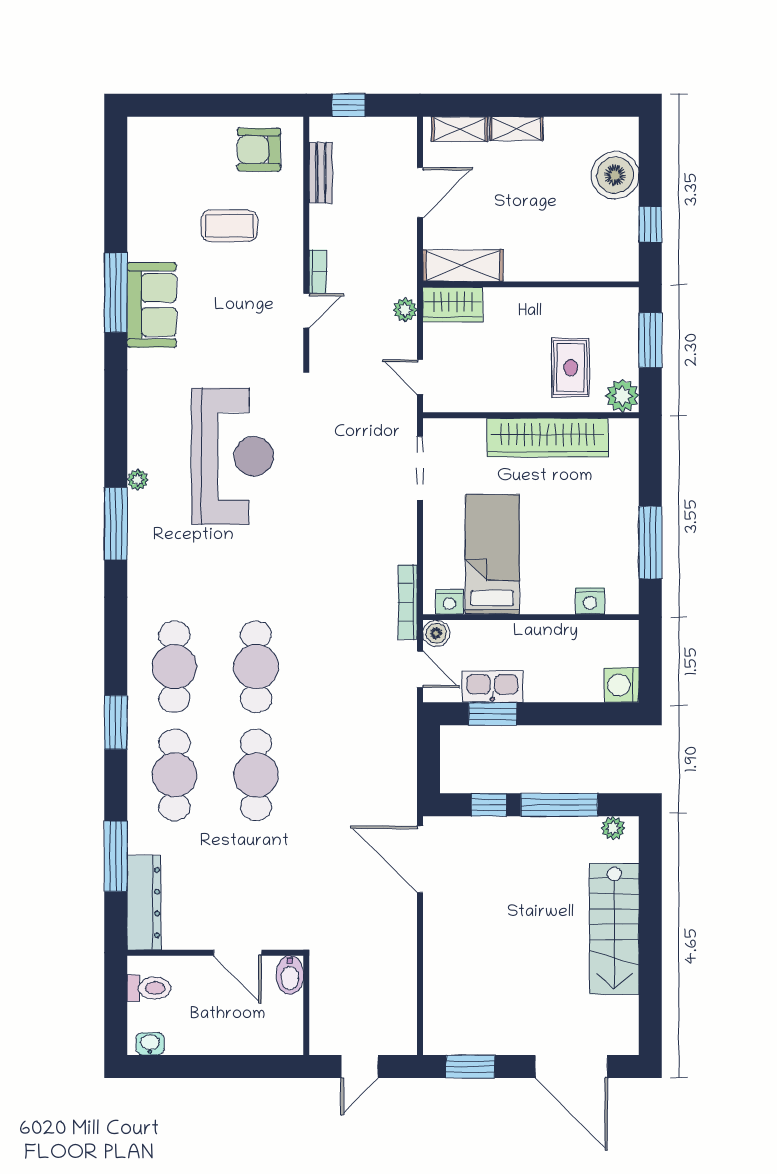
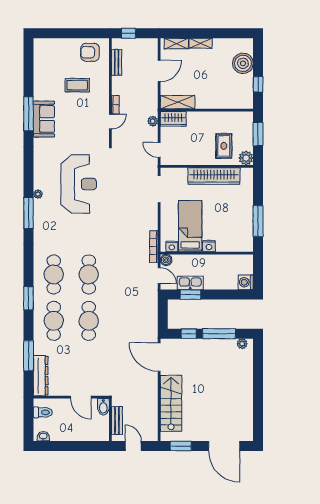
nightstand: (590, 601) -> (209, 246), moved
stairs: (614, 929) -> (171, 403), moved, turned 180
bench: (322, 1007) -> (117, 421), added
door: (360, 1066) -> (133, 446), swing flipped

